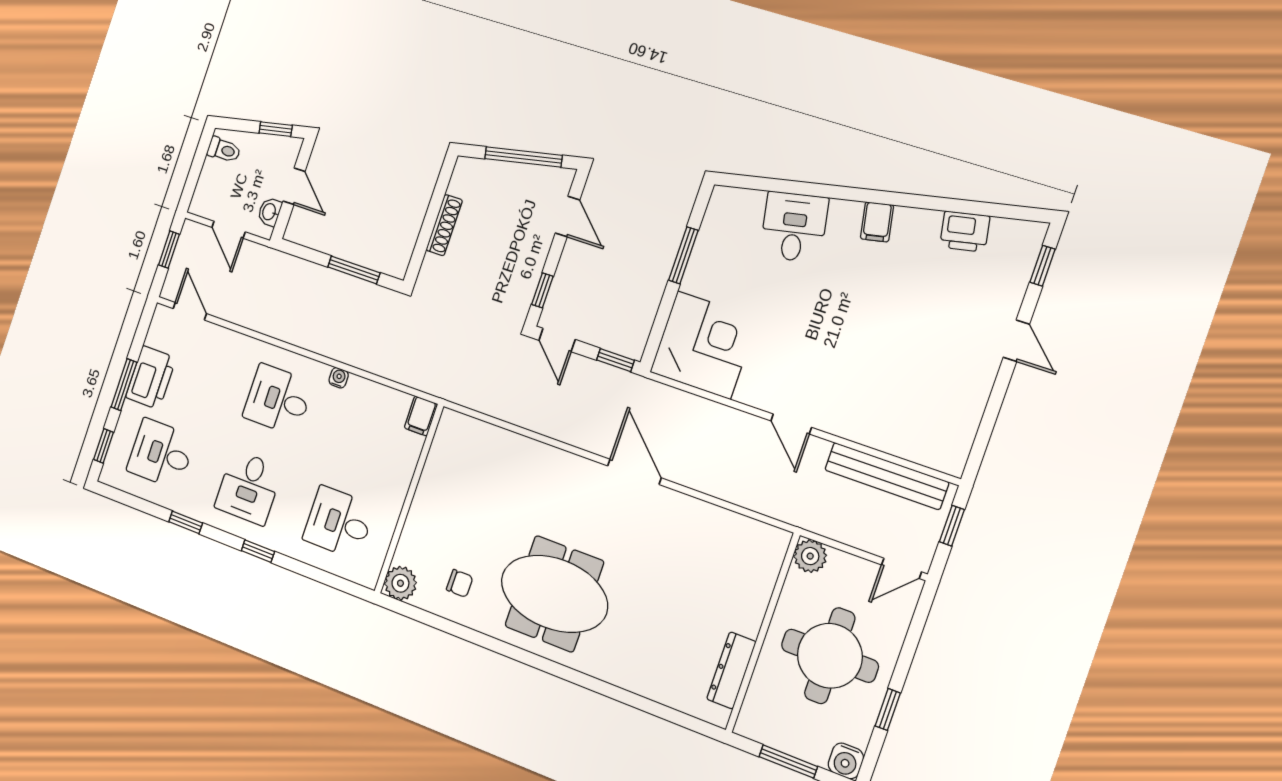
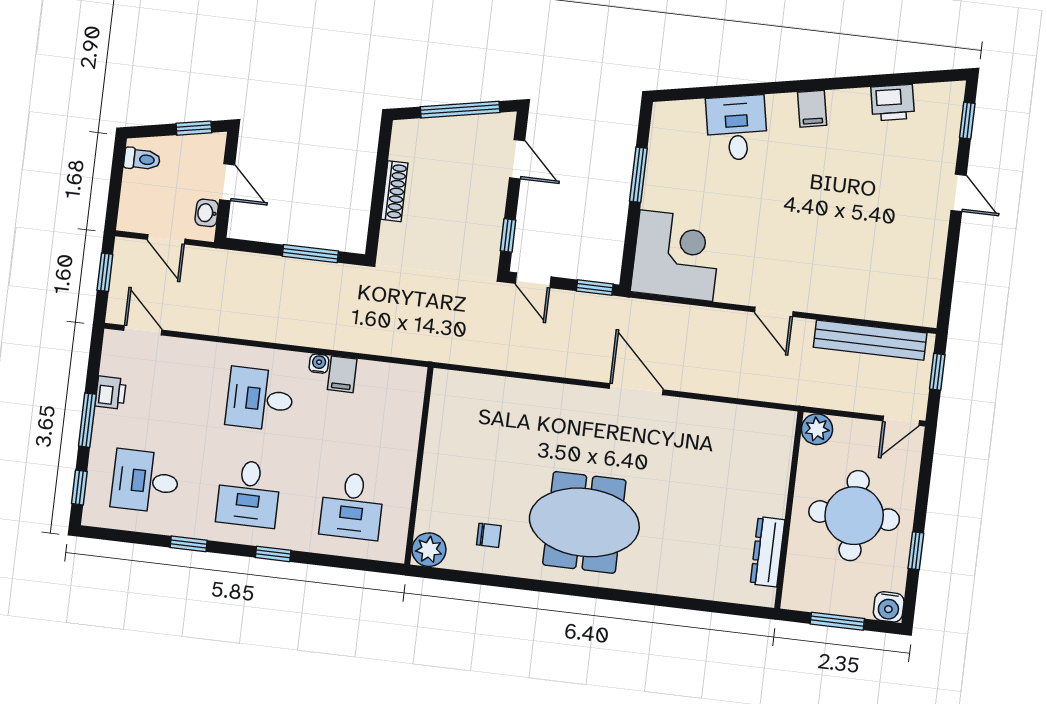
printer: (151, 378) -> (111, 393), width x0.53, depth x0.68
filing cabinet: (421, 416) -> (342, 374), moved
desk: (339, 522) -> (352, 506), turned -90

